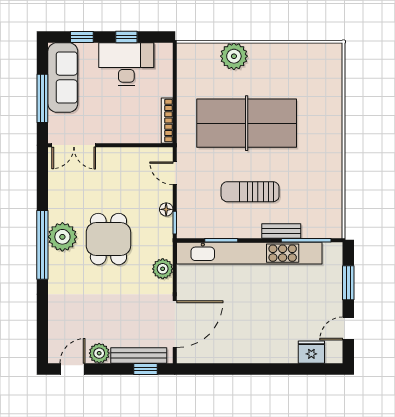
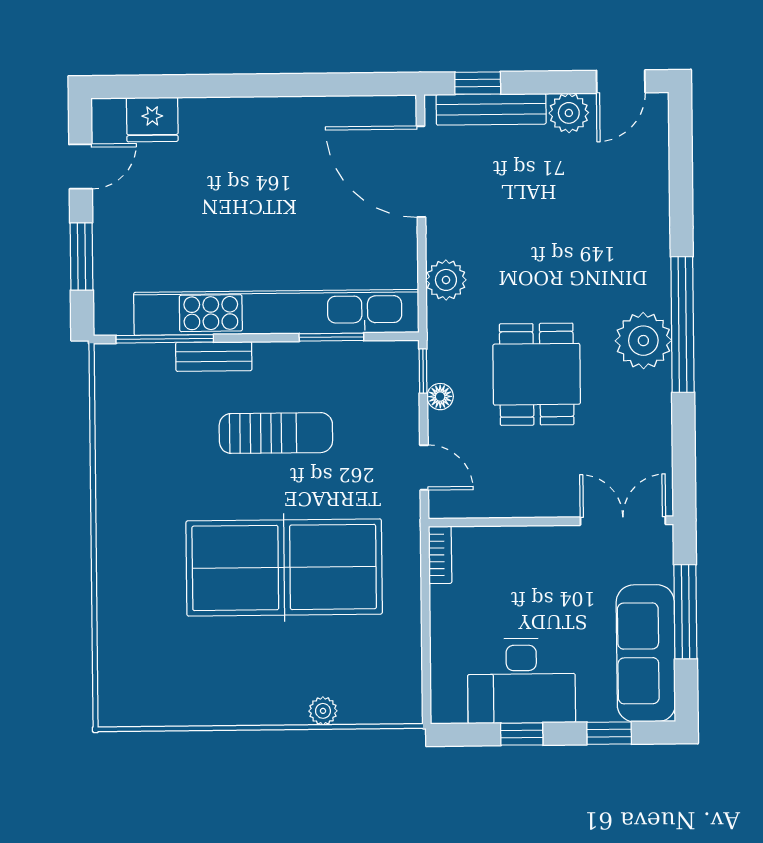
plant: (234, 56) -> (323, 711), width x0.53, depth x0.53
bookcase: (167, 121) -> (440, 555), width x0.64
dining table: (108, 239) -> (537, 374), moved
door: (175, 324) -> (421, 172), hinge flipped

